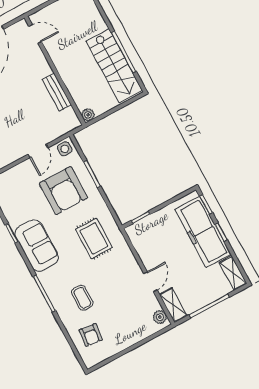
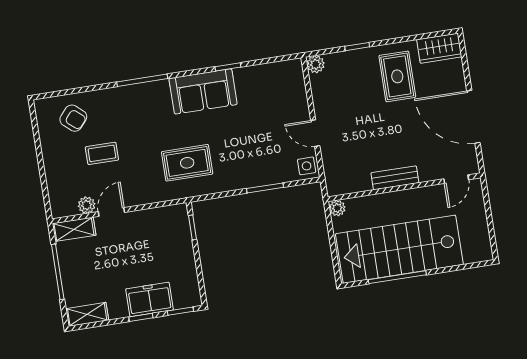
stairs: (114, 66) -> (399, 249), width x1.36, depth x1.51
bench: (57, 92) -> (395, 178), moved
armchair: (63, 191) -> (257, 147), removed
freezer: (203, 232) -> (150, 299), width x0.52, depth x0.79
door: (150, 282) -> (111, 212), swing flipped
coffee table: (82, 298) -> (102, 153), moved
plant: (160, 317) -> (87, 205), moved
armchair: (91, 335) -> (73, 118), turned -146

